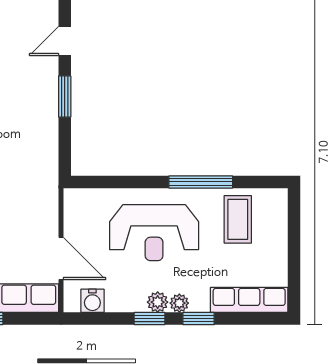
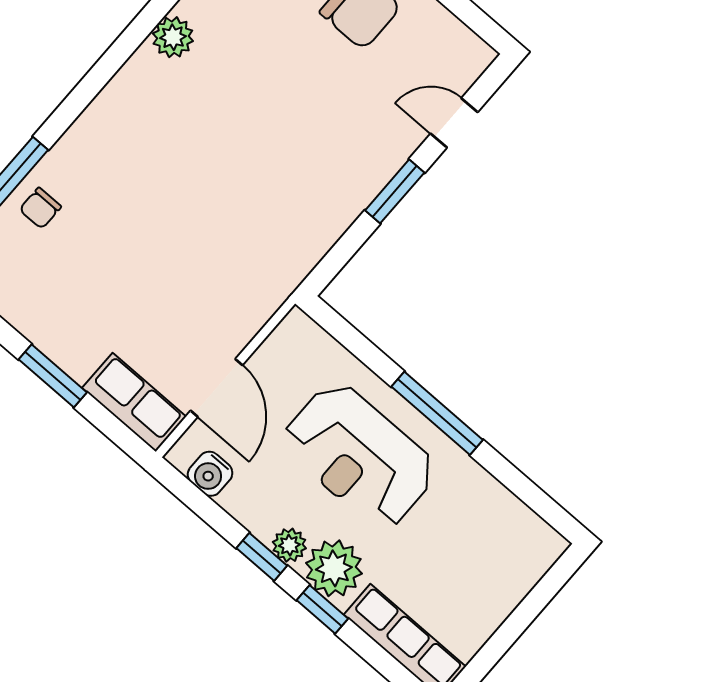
window: (201, 182) -> (437, 413), moved
coffee table: (238, 219) -> (477, 529), removed
plant: (179, 303) -> (334, 568), width x1.88, depth x1.88

